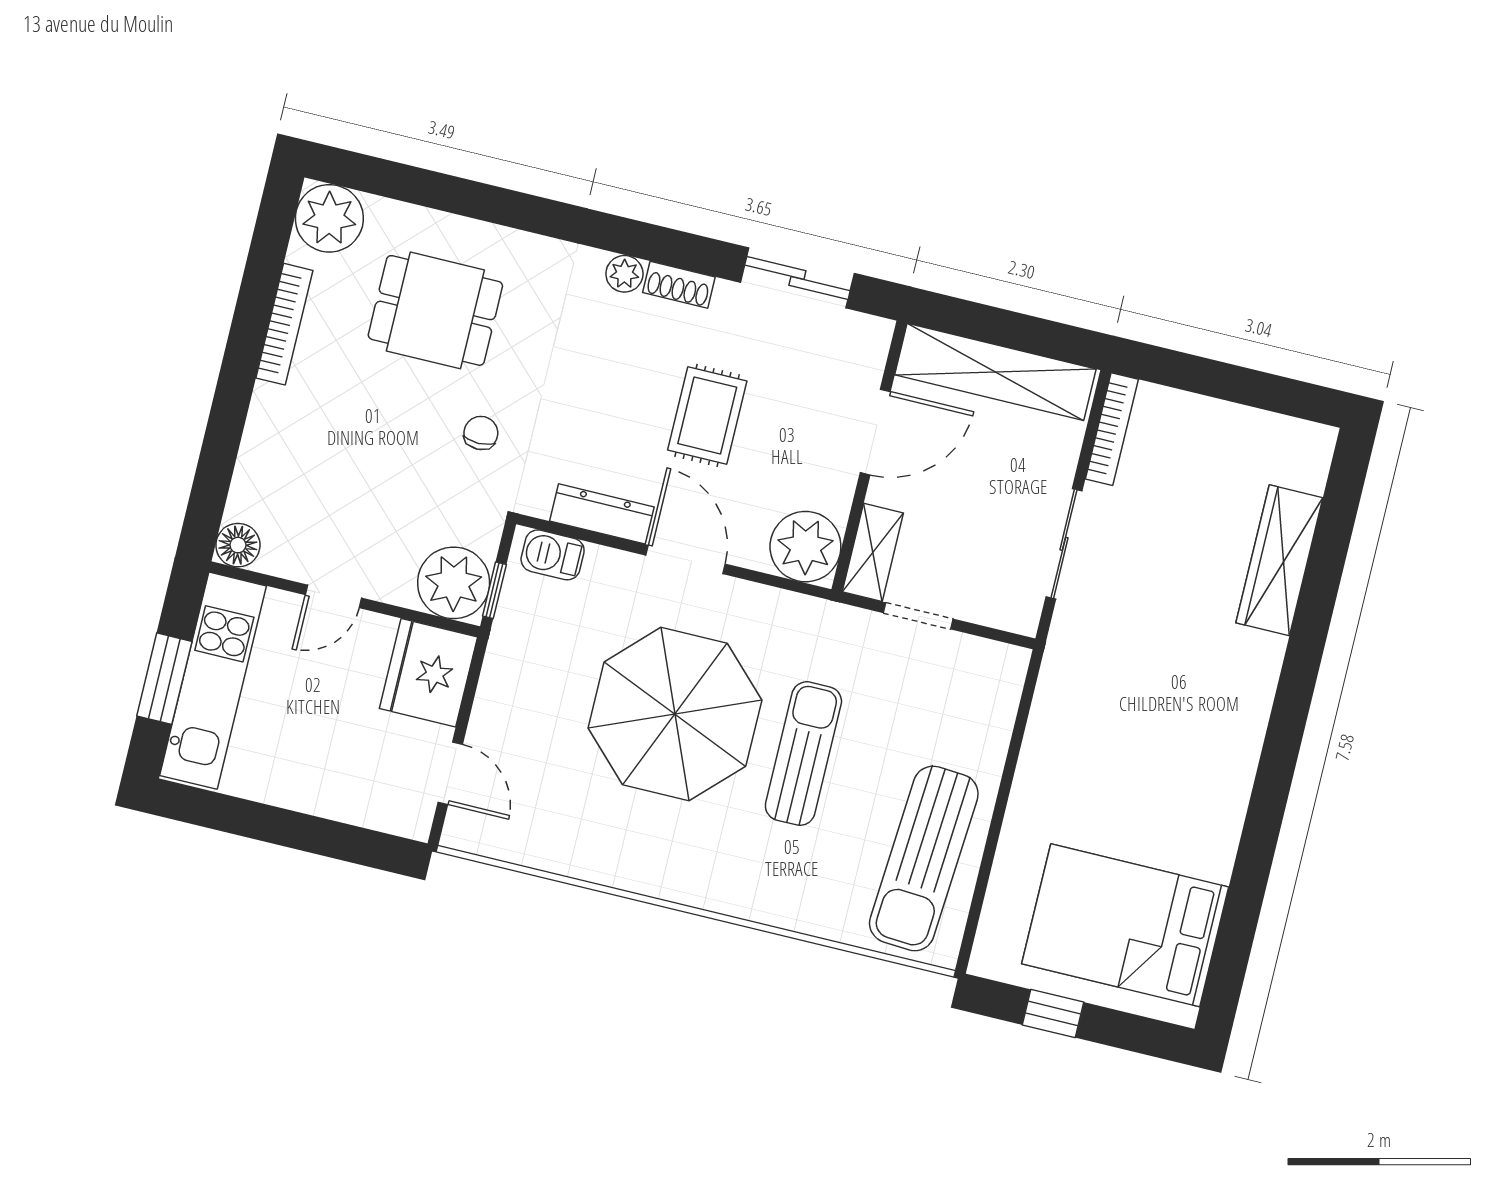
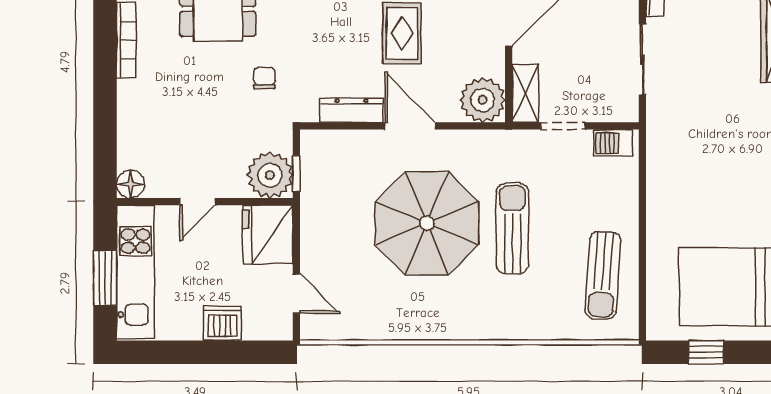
barbecue: (553, 555) -> (613, 143), moved
dishwasher: (327, 791) -> (223, 323), added
sun lounger: (924, 858) -> (603, 275), width x0.73, depth x0.75

